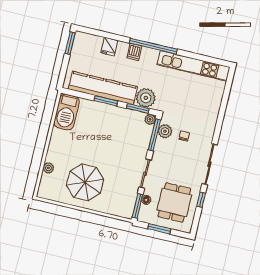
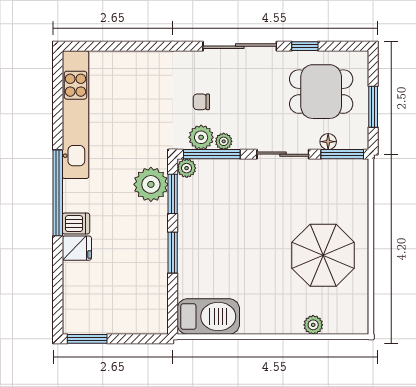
fridge: (109, 47) -> (77, 248), moved
kitchen counter: (103, 88) -> (151, 263), removed
plant: (160, 143) -> (224, 141), added

